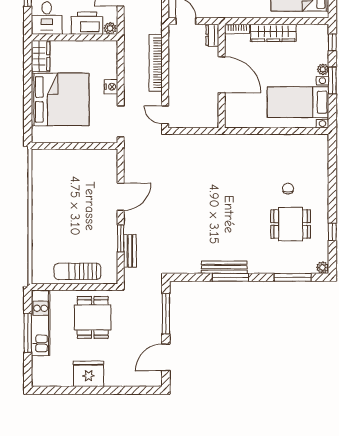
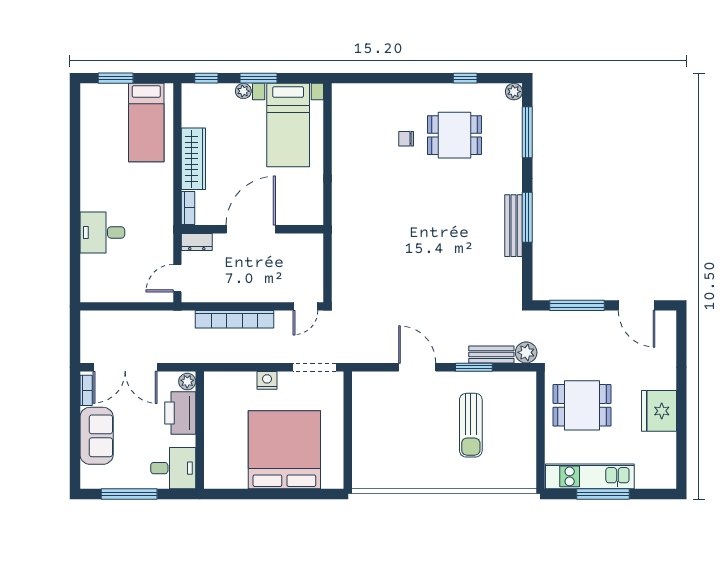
wardrobe: (41, 56) -> (225, 476), removed
dining table: (291, 224) -> (454, 135), turned 90
sun lounger: (77, 271) -> (471, 425), moved
plant: (131, 276) -> (526, 352), added

